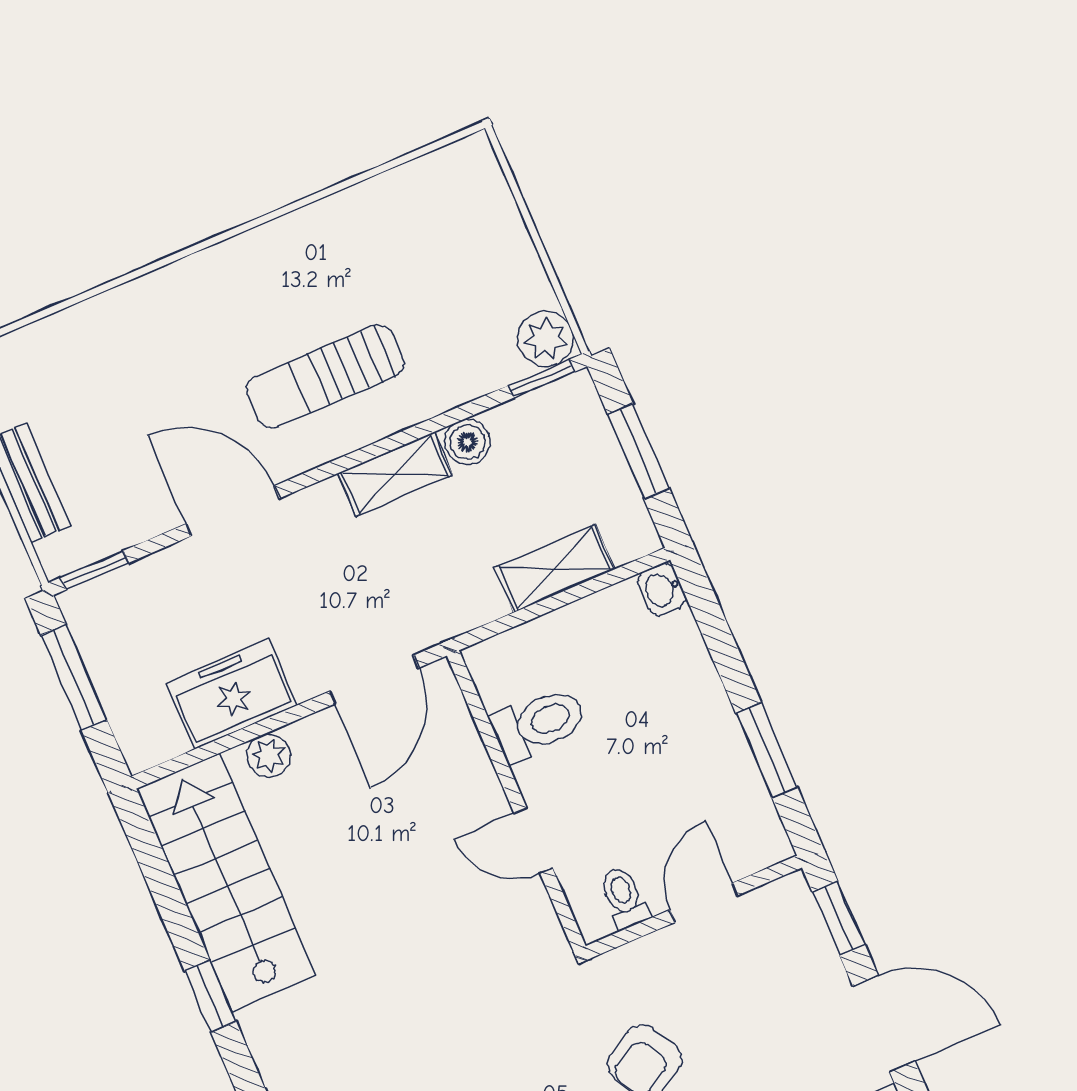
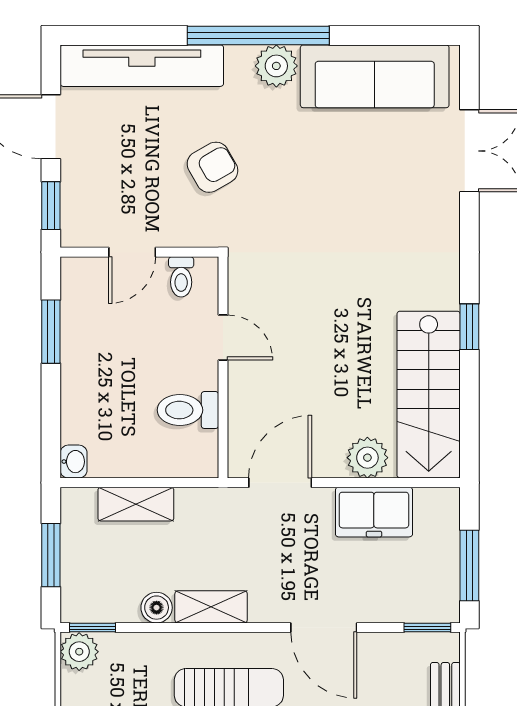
plant: (268, 755) -> (367, 458), width x1.38, depth x1.38

